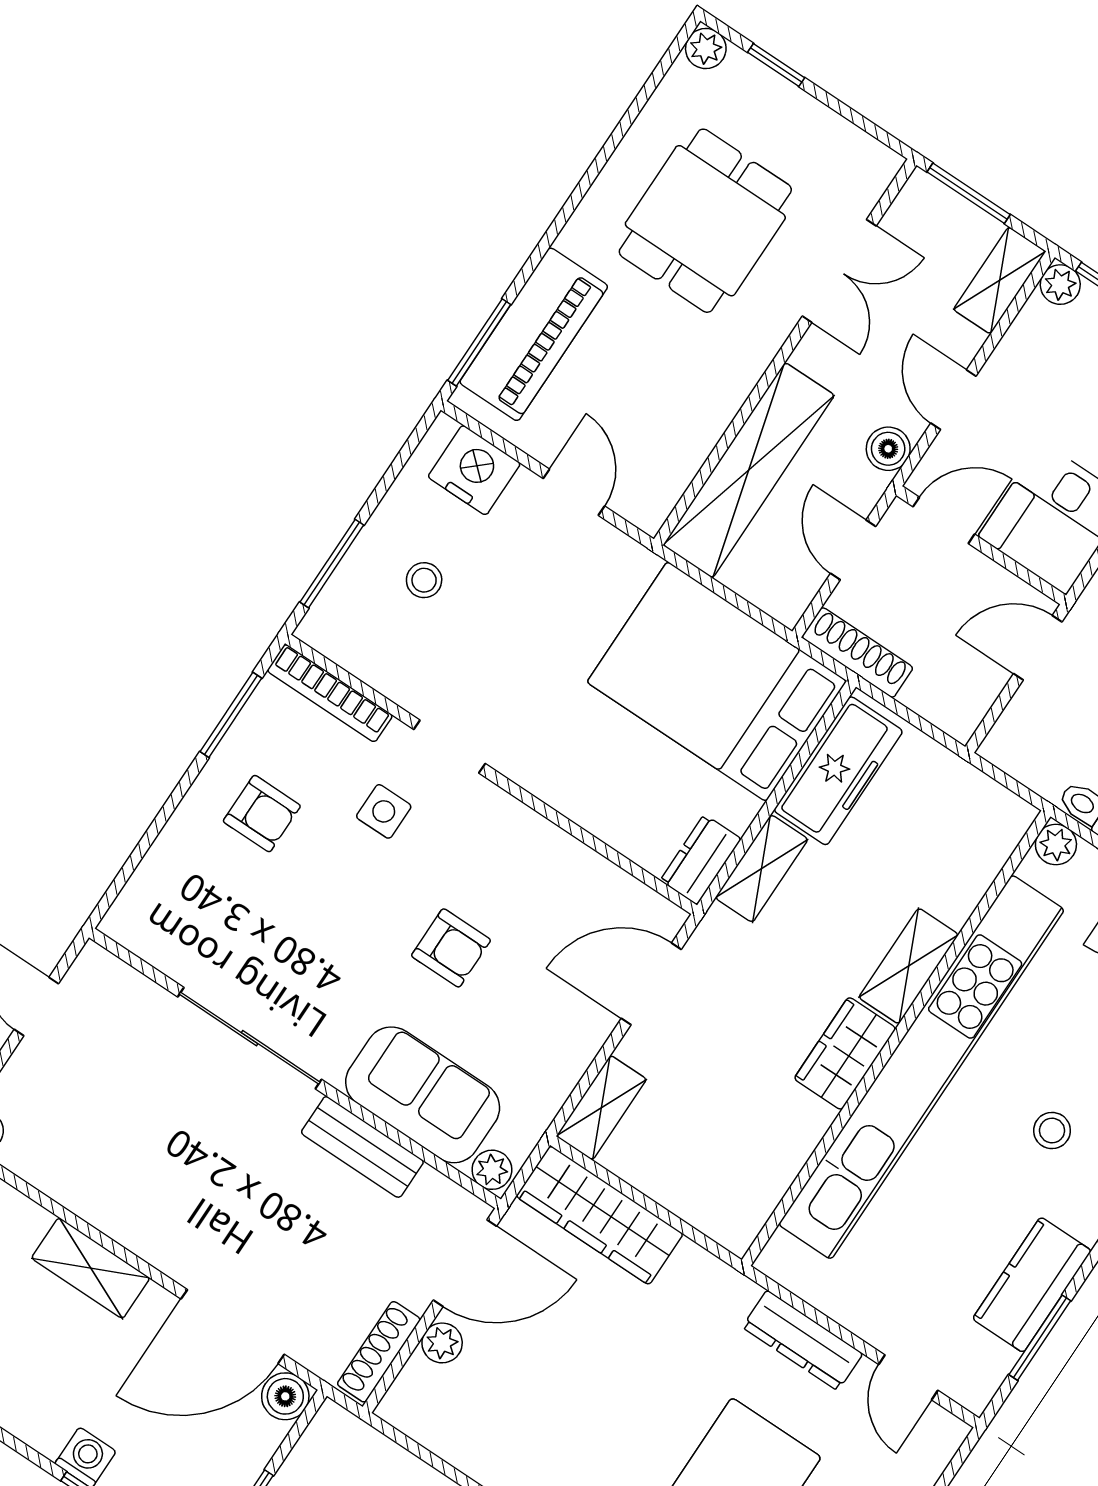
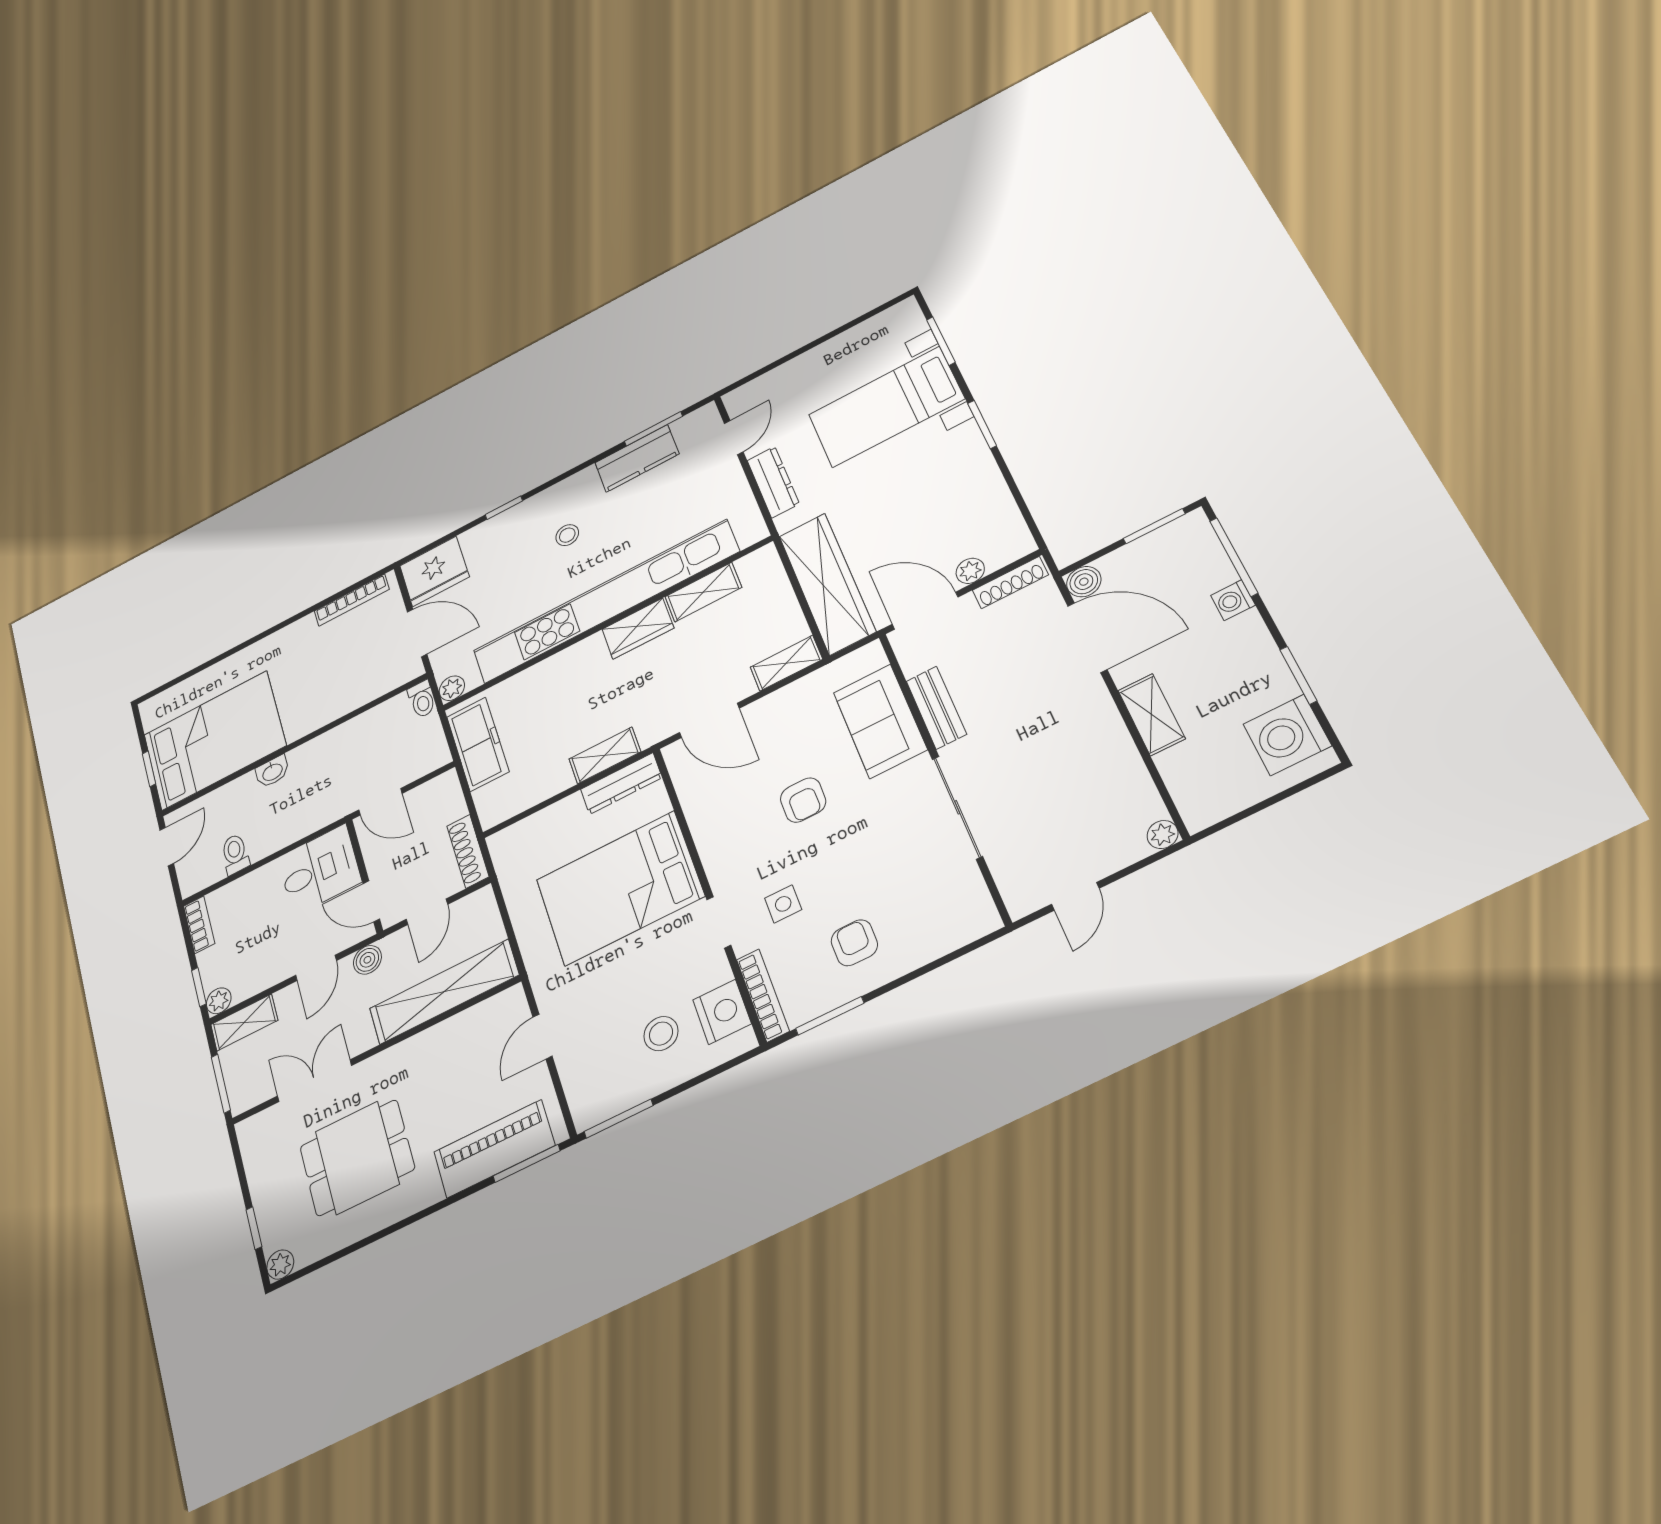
nightstand: (474, 470) -> (722, 1012), moved, turned 180
window: (332, 564) -> (619, 1119), moved
stool: (424, 580) -> (661, 1034), width x1.37, depth x1.37
bed: (717, 681) -> (620, 888), moved, turned 90
freezer: (838, 771) -> (478, 744), moved, turned 90
dresser: (701, 860) -> (621, 784), width x1.44
armchair: (451, 948) -> (803, 800), turned 180
shelving: (909, 966) -> (703, 592), moved
plant: (492, 1170) -> (872, 657), removed
wardrobe: (600, 1215) -> (827, 583), width x1.40, depth x1.17

